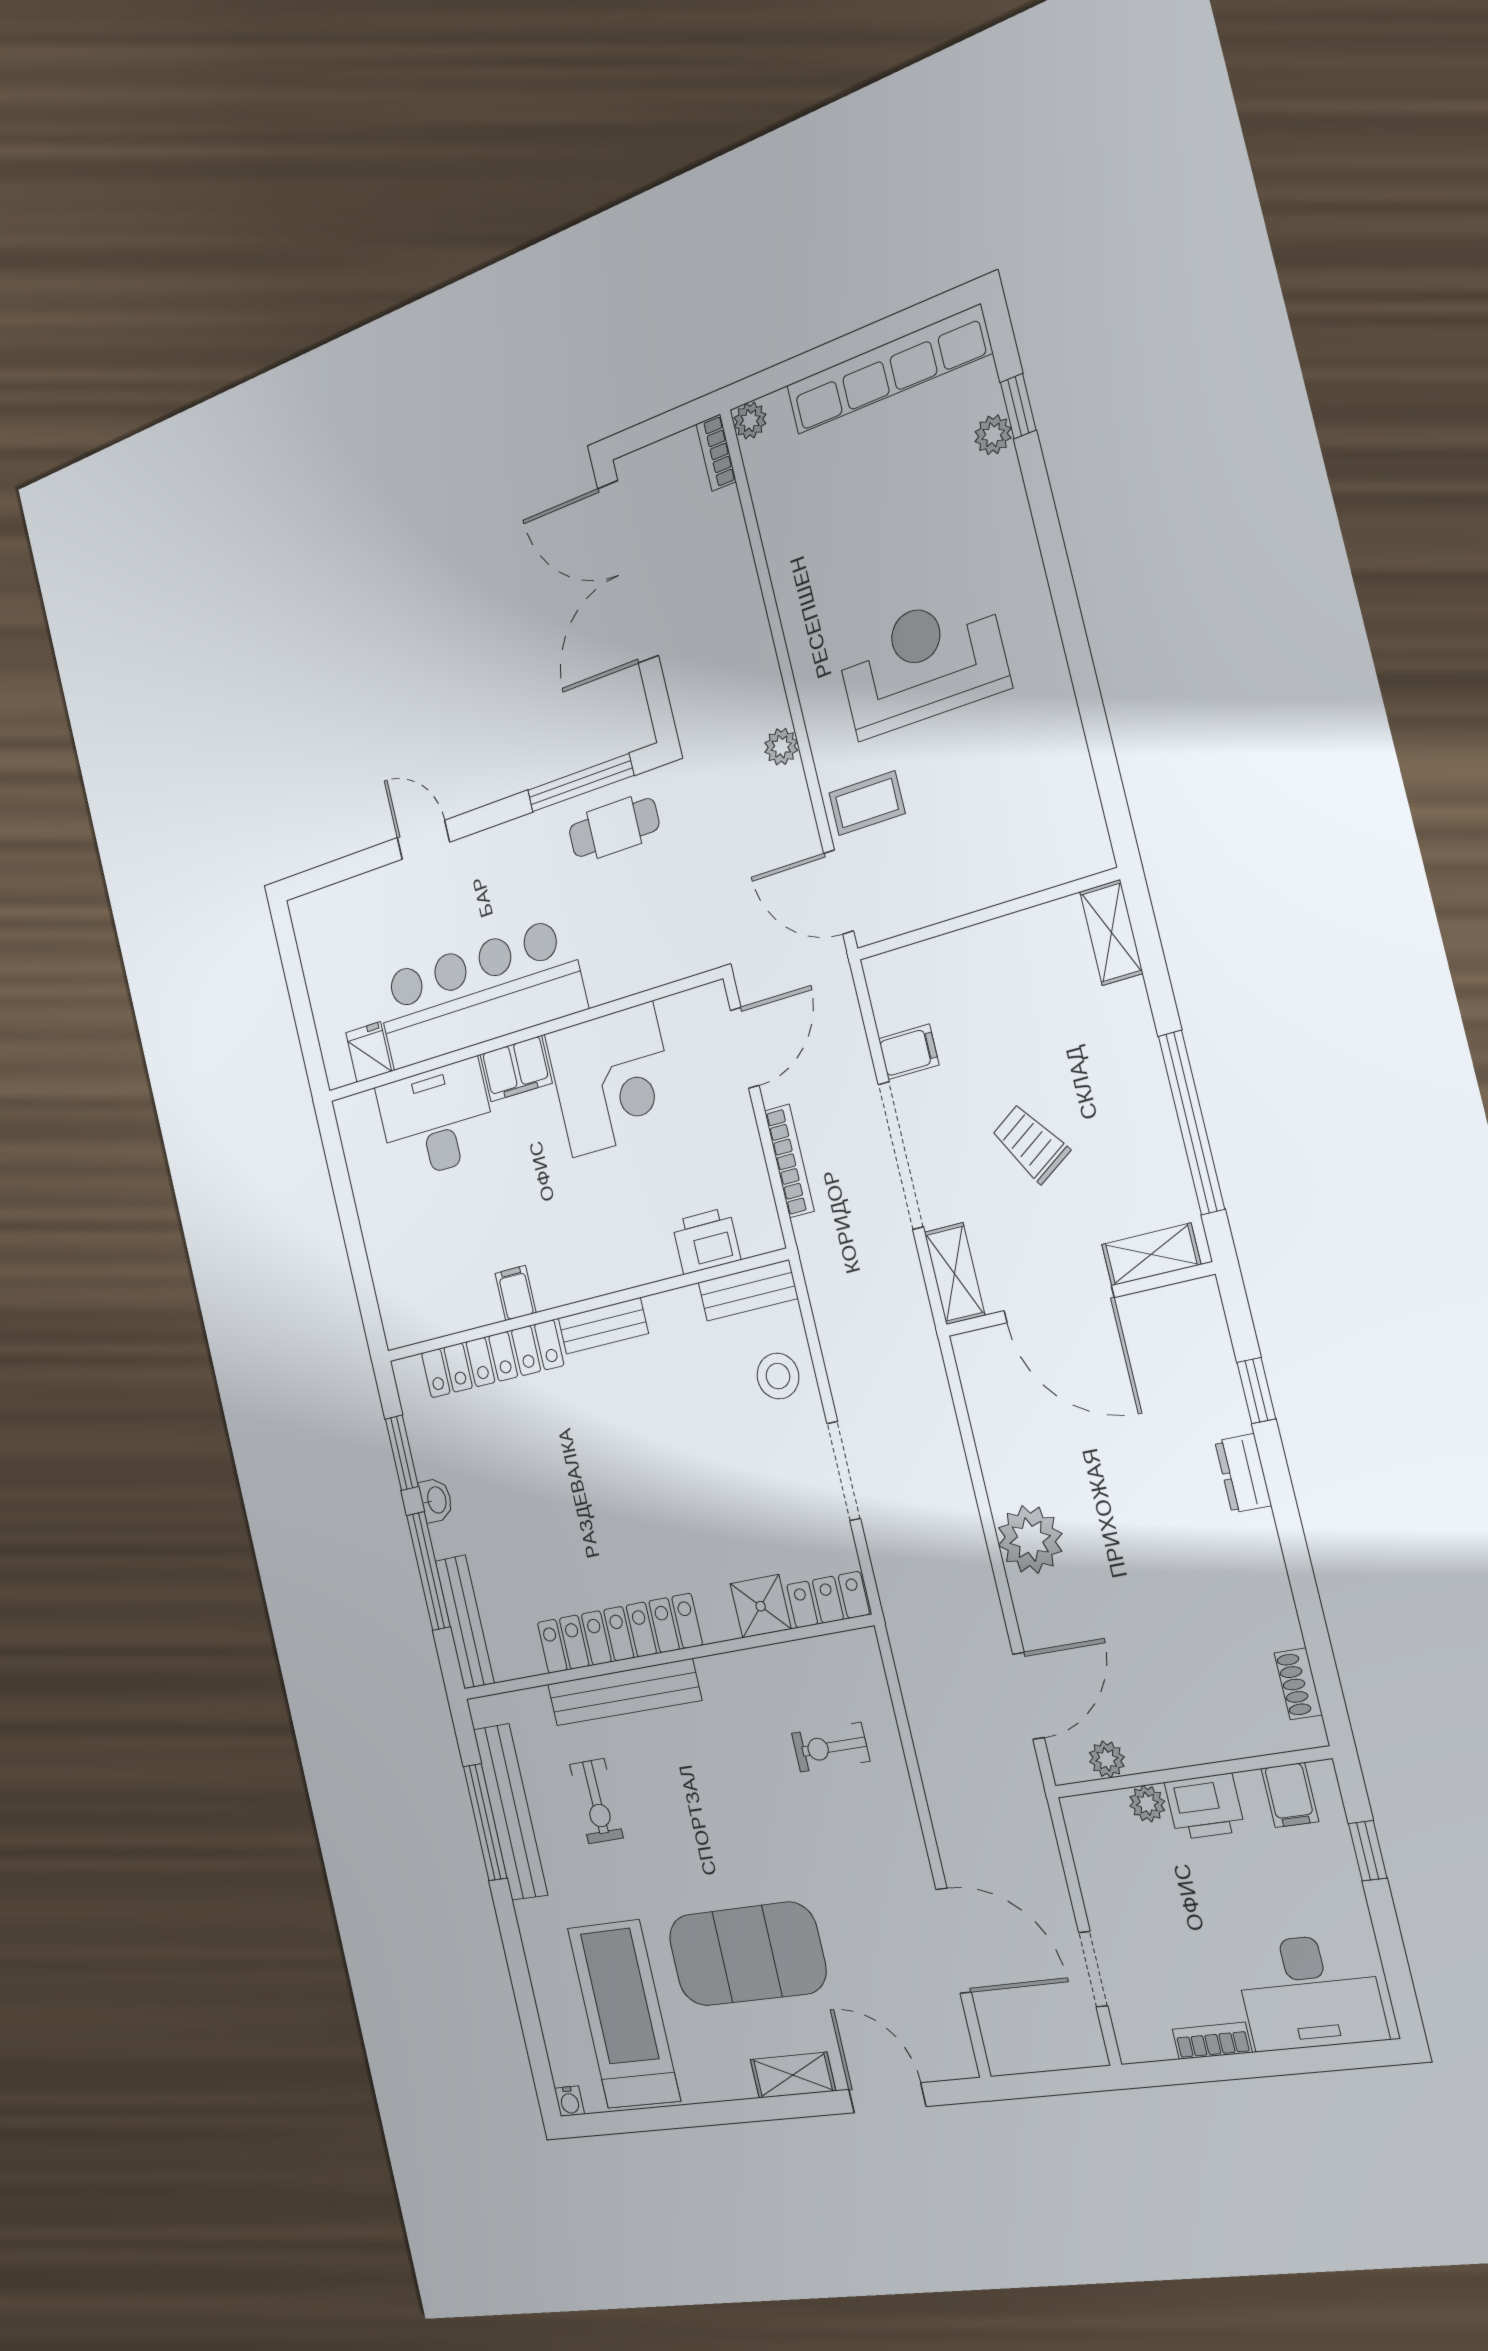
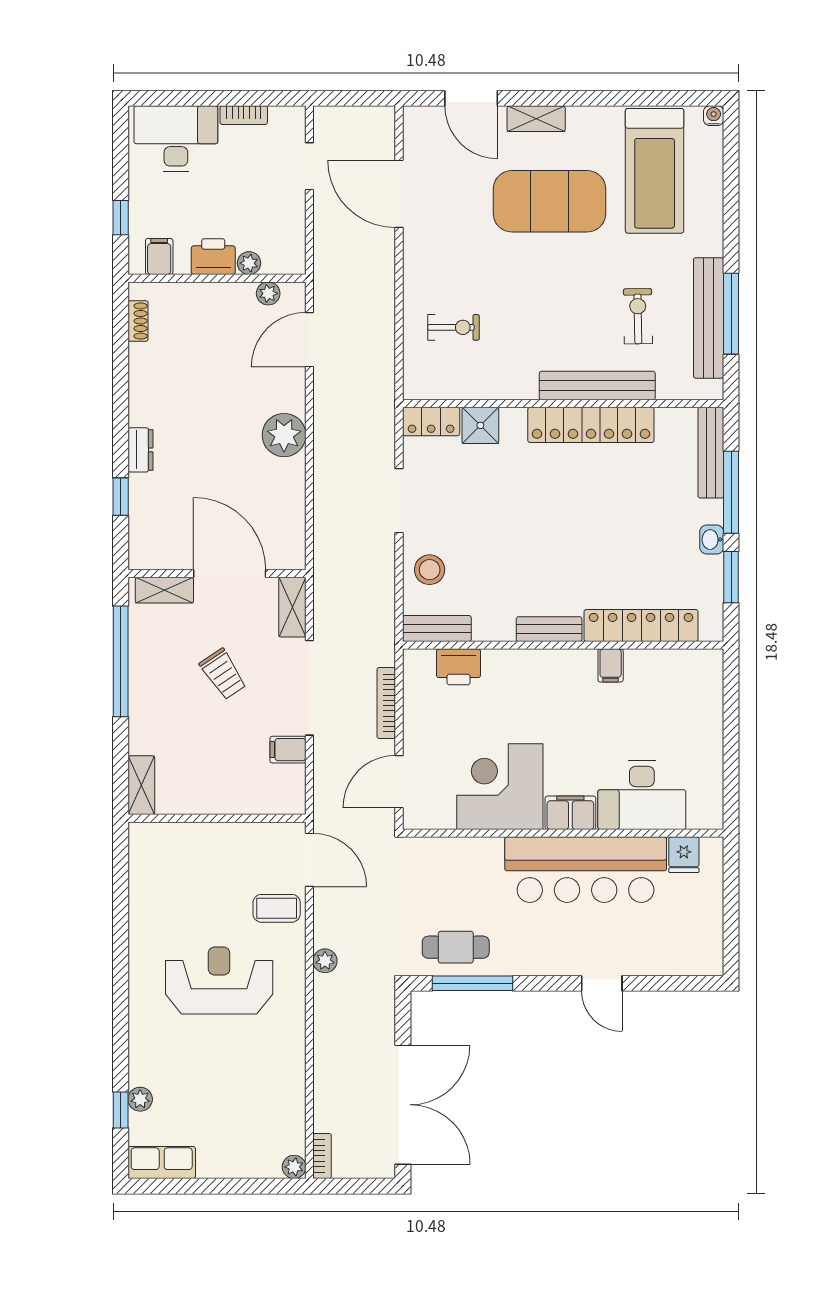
row of seats: (888, 370) -> (162, 1163), width x0.50
reception desk: (922, 663) -> (219, 981), turned 180

